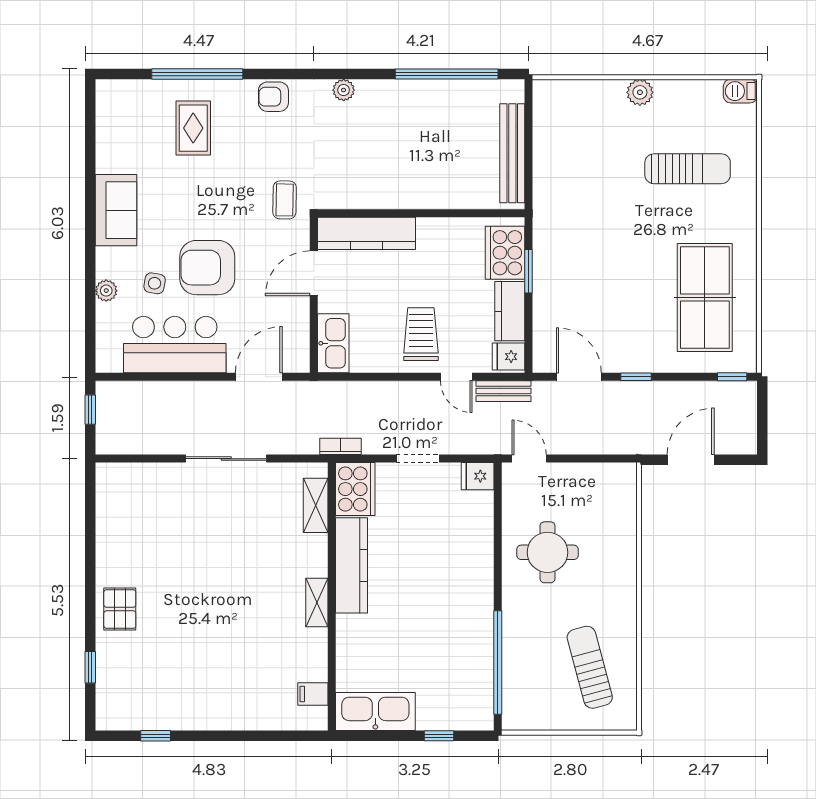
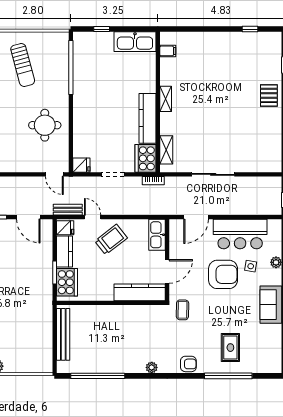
trolley: (421, 334) -> (111, 240), turned -128

